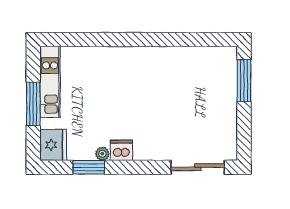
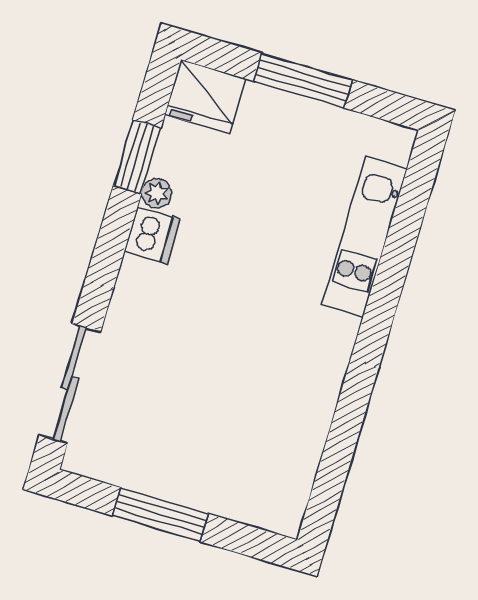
window: (244, 81) -> (161, 515), moved
kitchen unit: (50, 82) -> (364, 237), moved, turned 90

